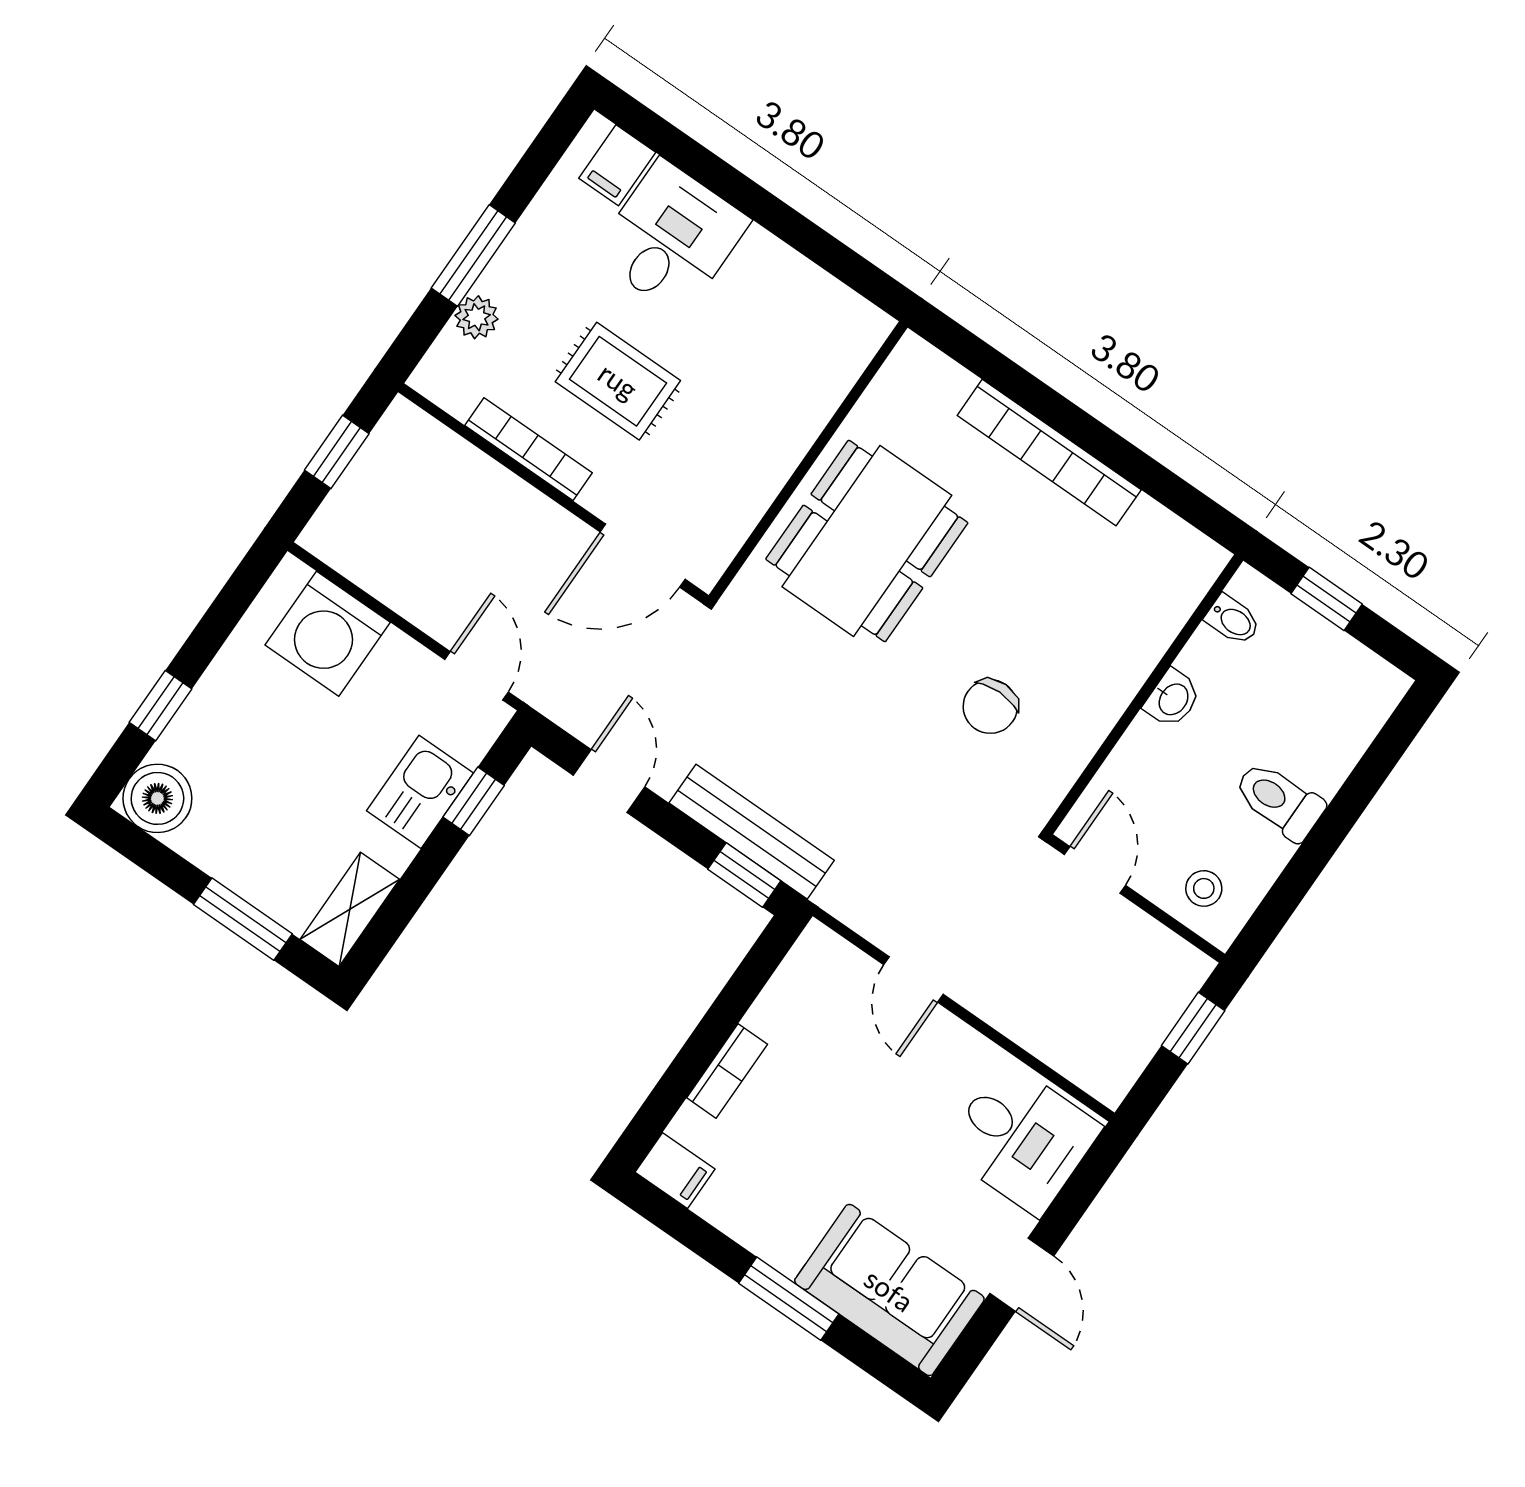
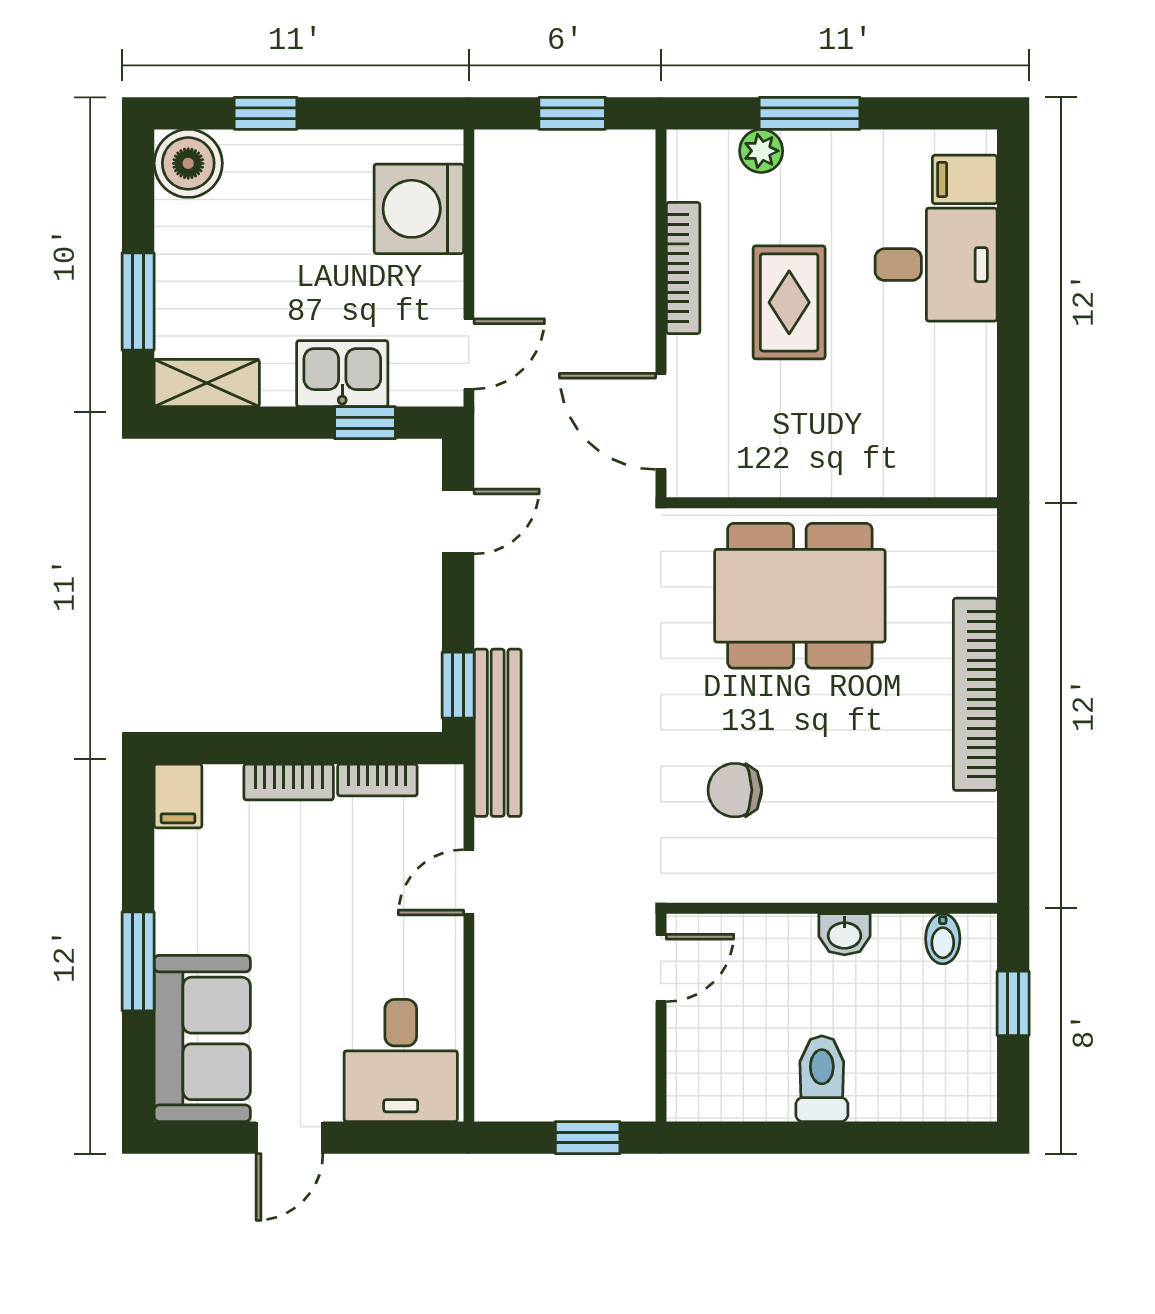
bench: (752, 832) -> (498, 733), moved
stool: (1204, 888) -> (708, 1067), removed
bookcase: (776, 996) -> (377, 780), added

